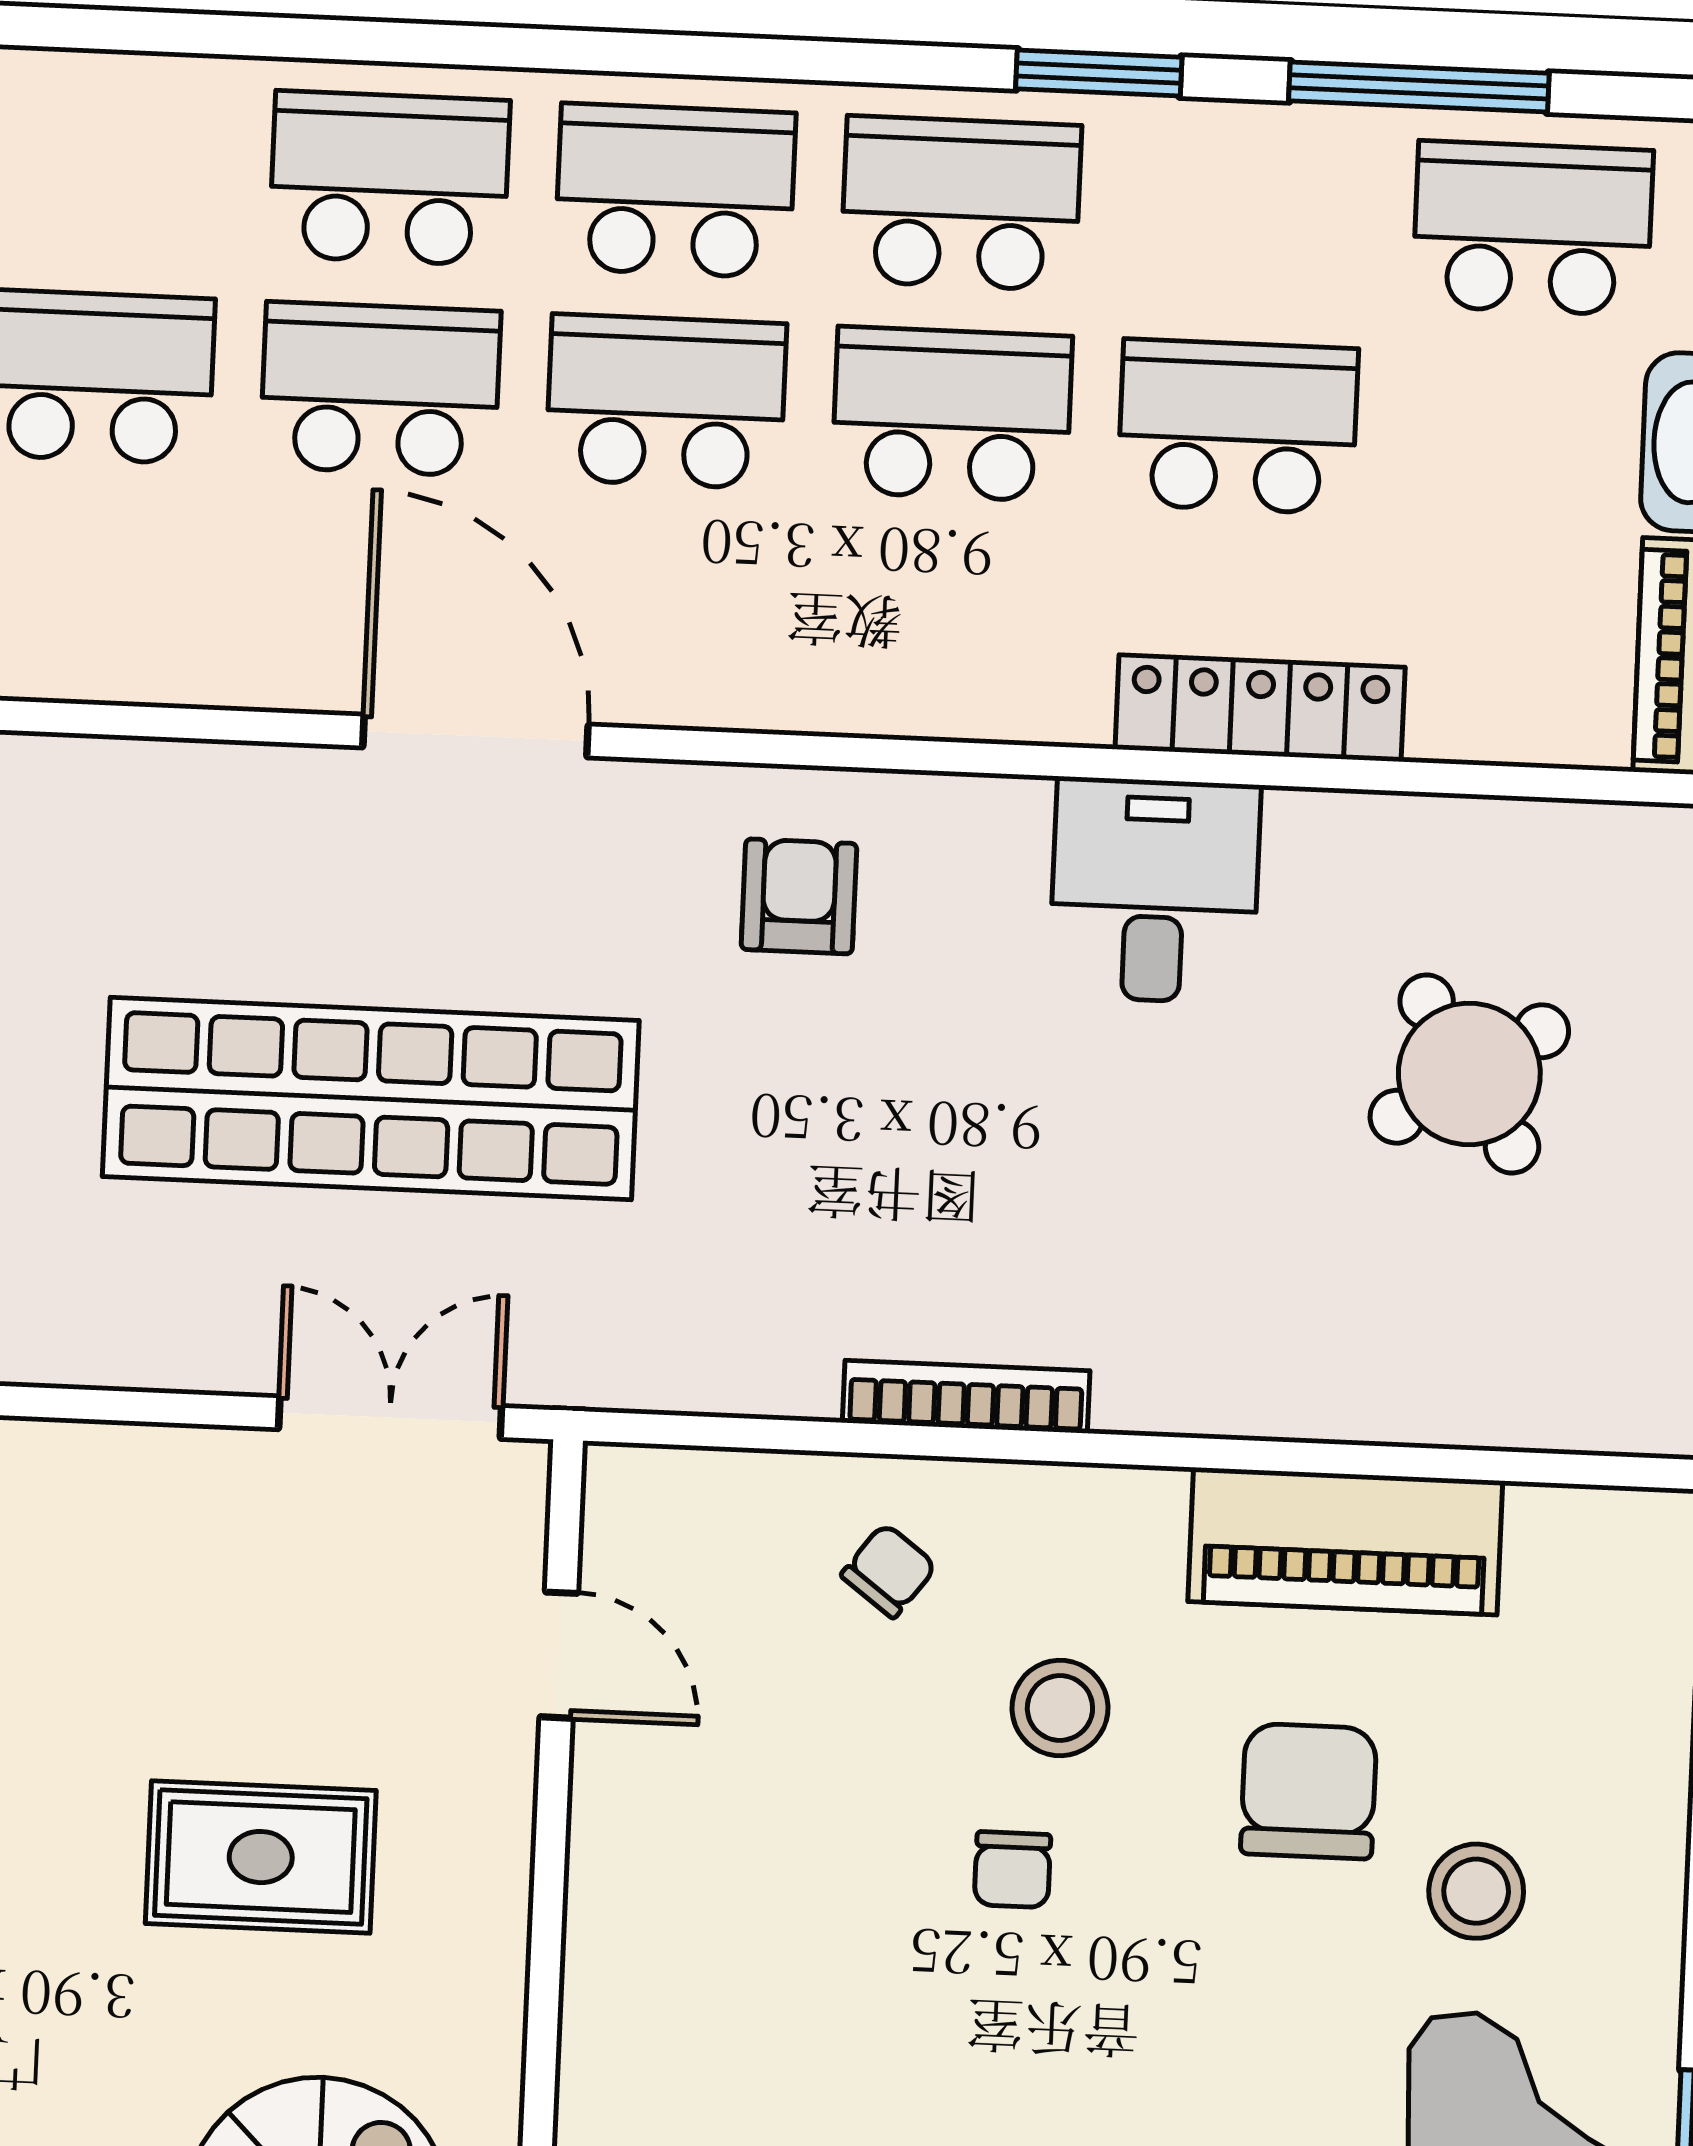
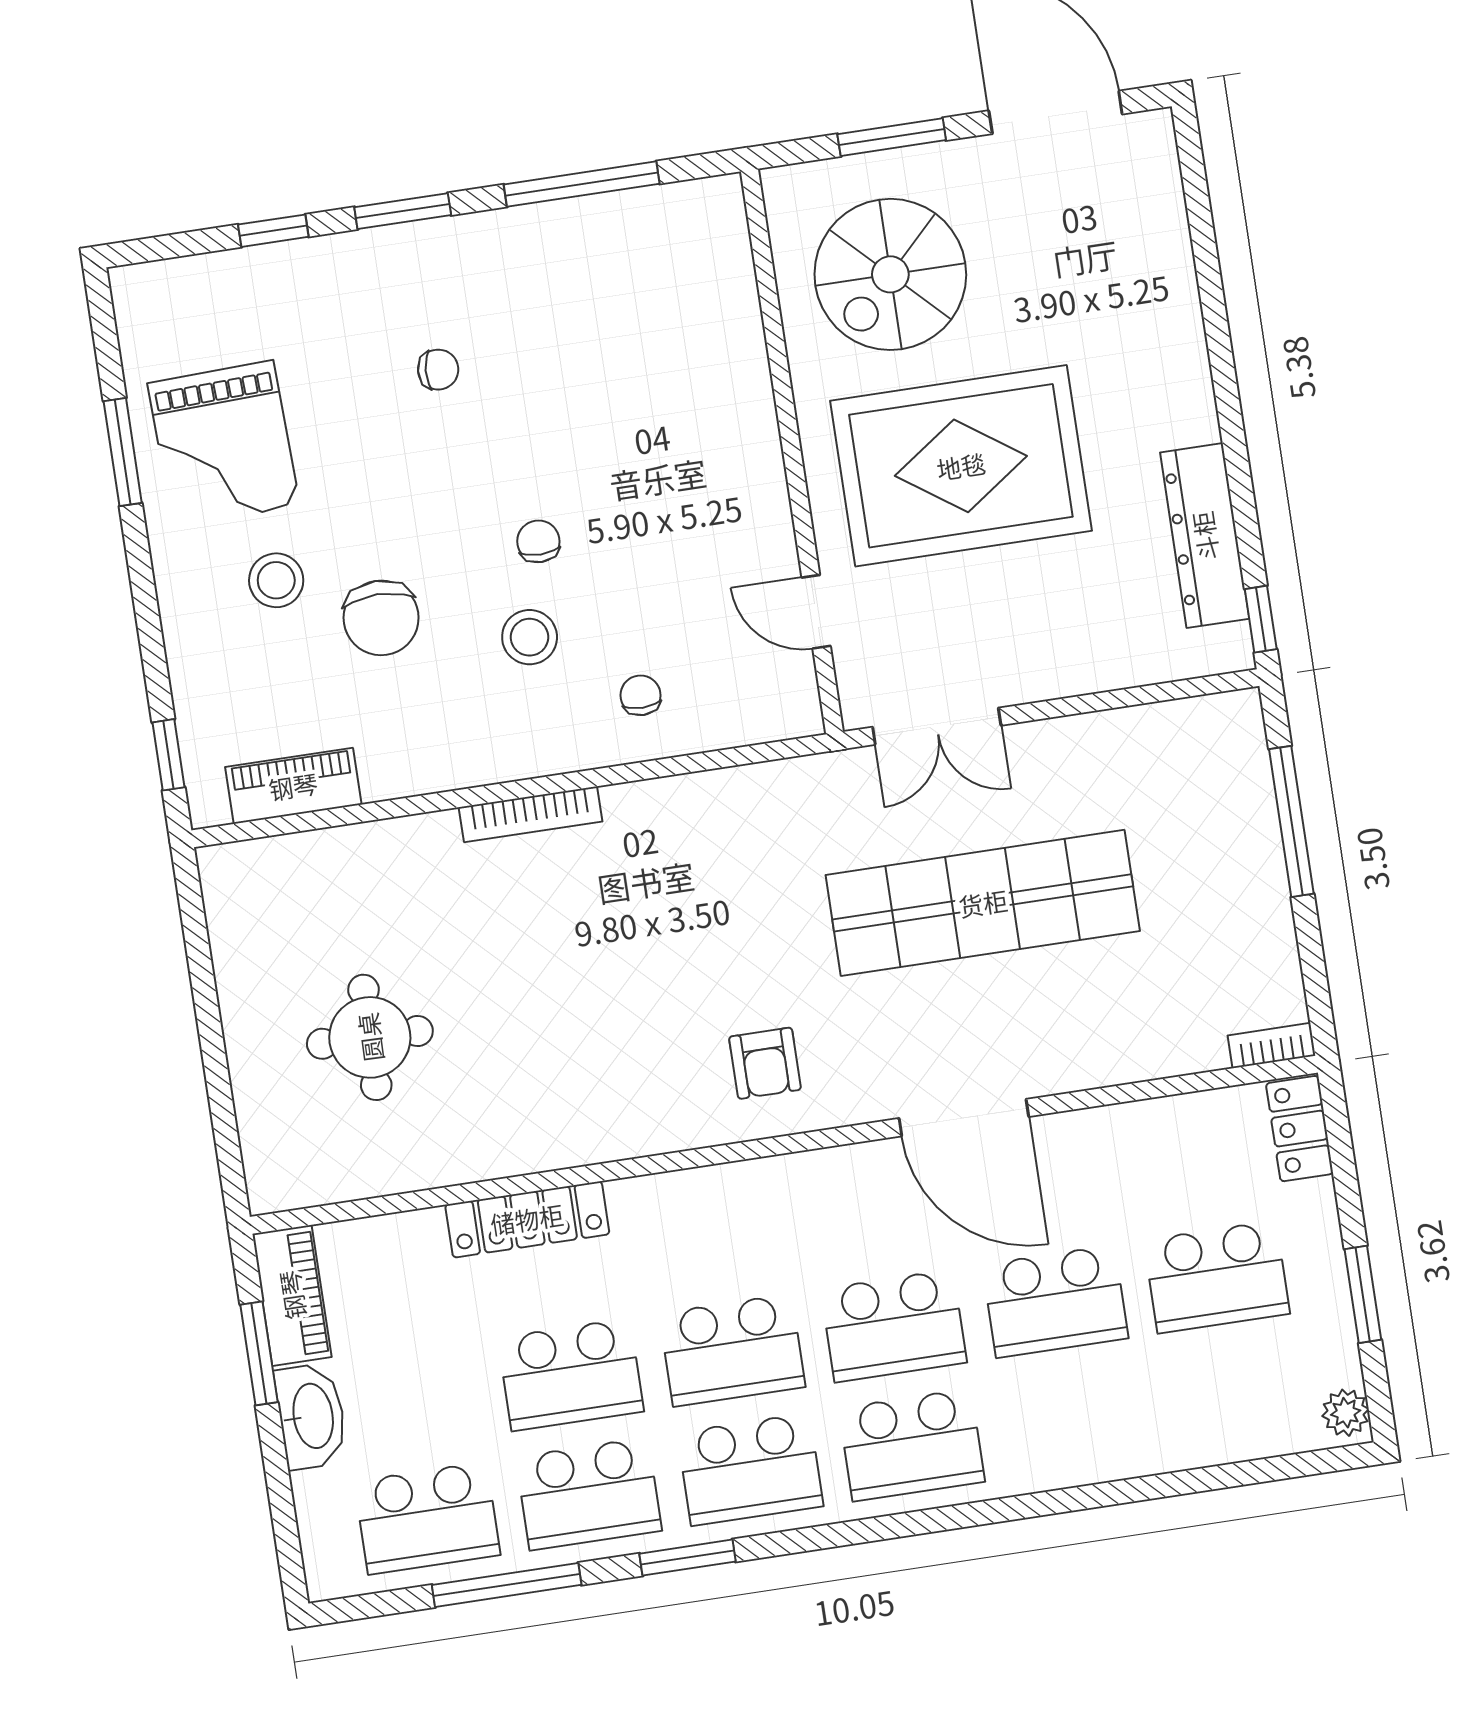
school desk: (389, 178) -> (589, 1494), moved
desk: (1155, 890) -> (566, 1106), removed
round table: (1469, 1074) -> (370, 1037), turned 34
bookcase: (966, 1397) -> (530, 814), moved
piano: (1345, 1541) -> (293, 786), moved, width x0.73, depth x0.75
chair: (889, 1571) -> (641, 695), turned 143
rug: (261, 1857) -> (961, 466), width x1.86, depth x2.06

